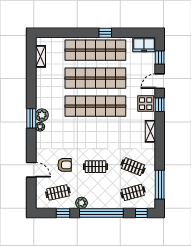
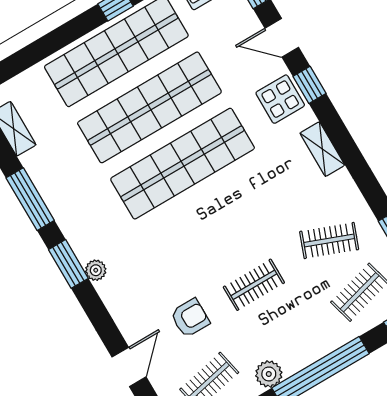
door: (160, 81) -> (282, 38), hinge flipped
window: (31, 86) -> (30, 199), added
plant: (42, 115) -> (86, 245), removed
door: (31, 170) -> (129, 367), hinge flipped

